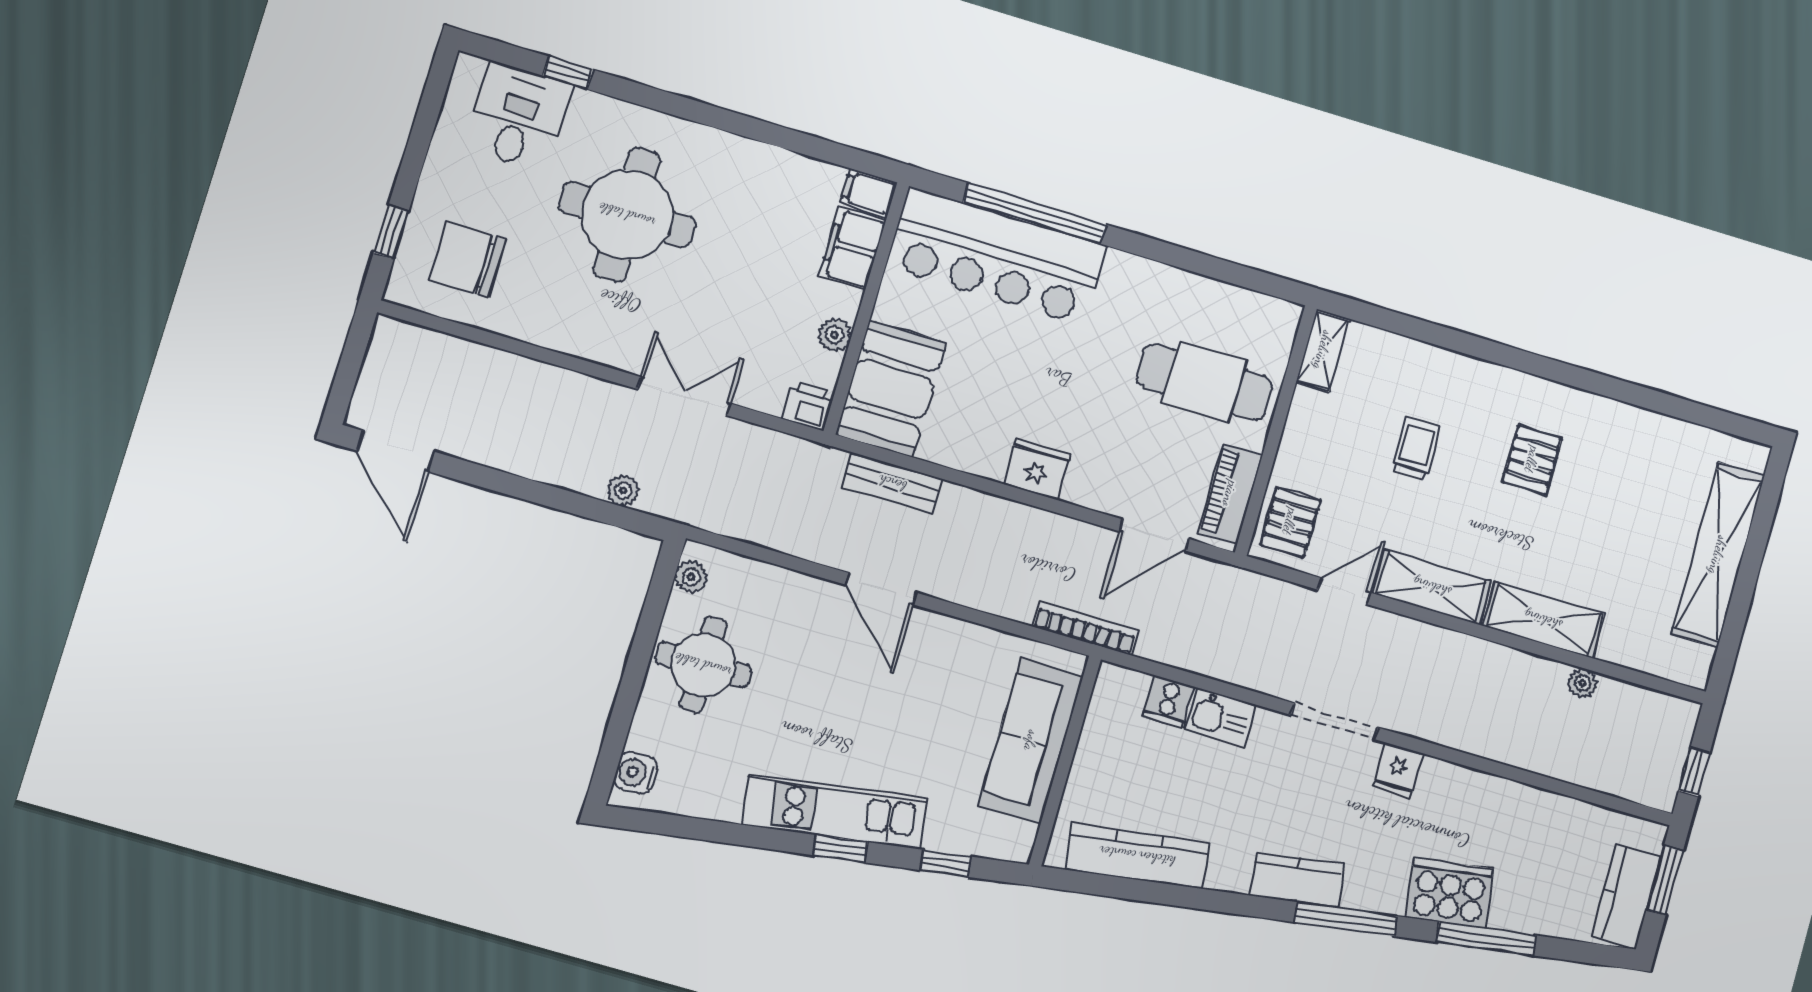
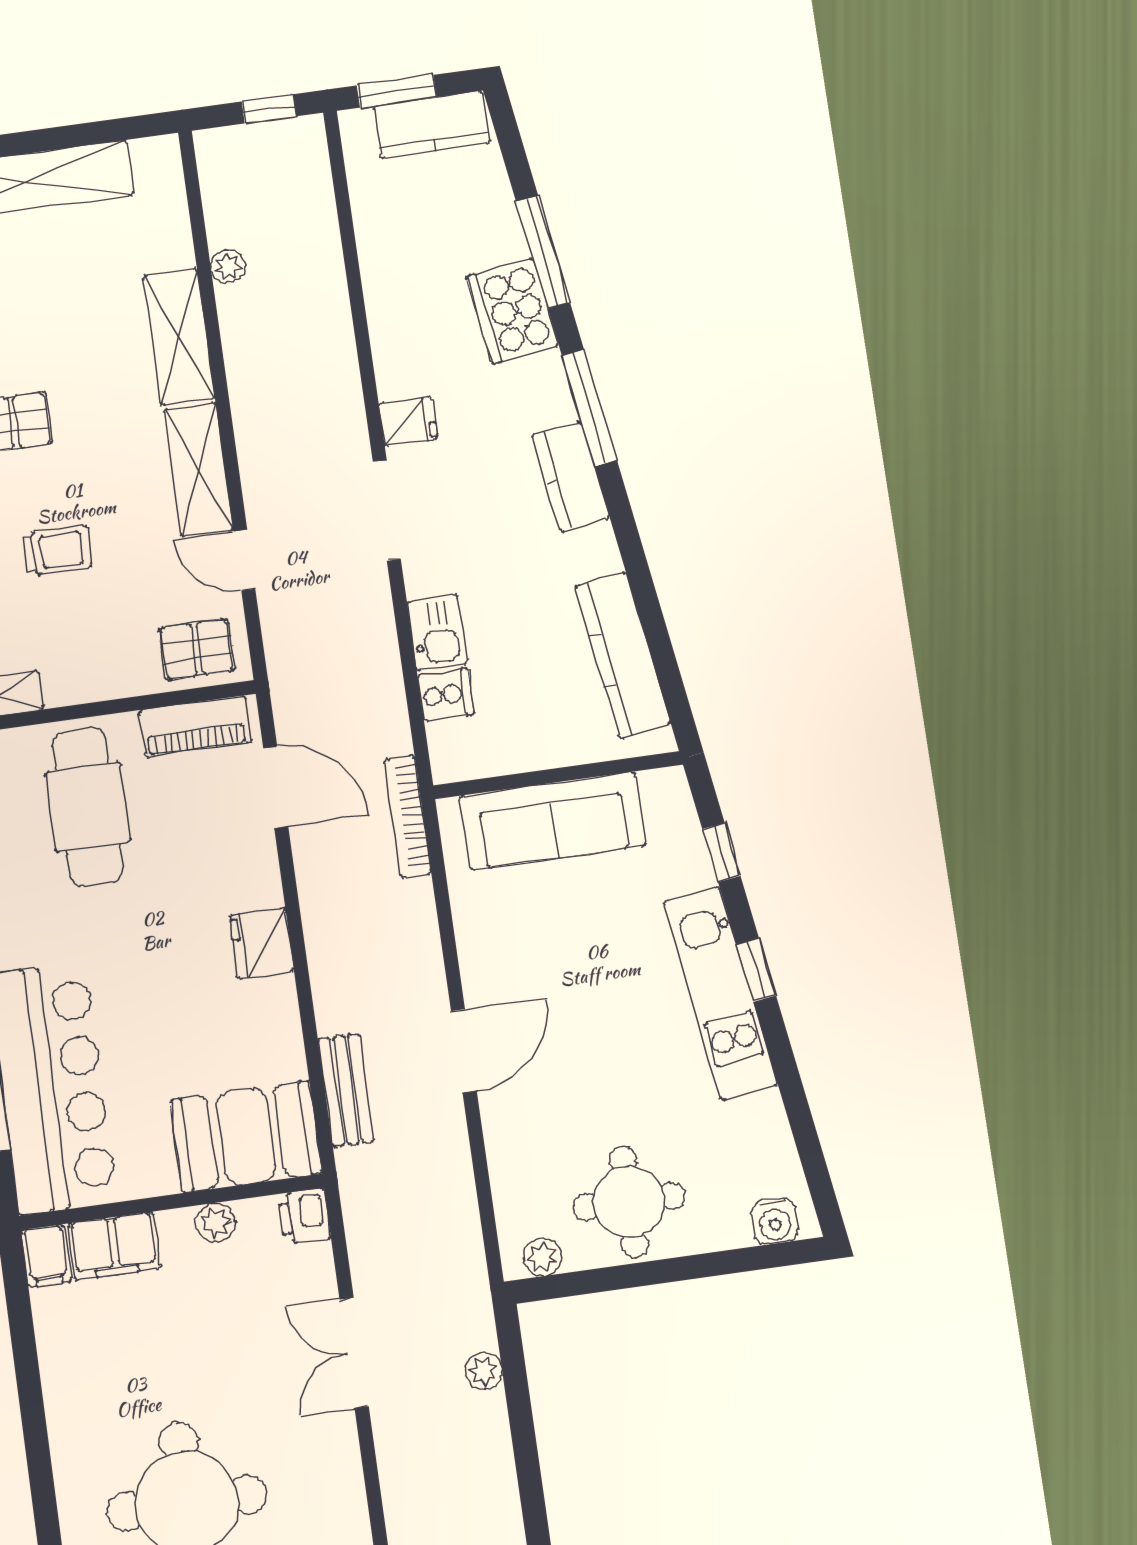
trolley: (1416, 448) -> (57, 550), turned 180

